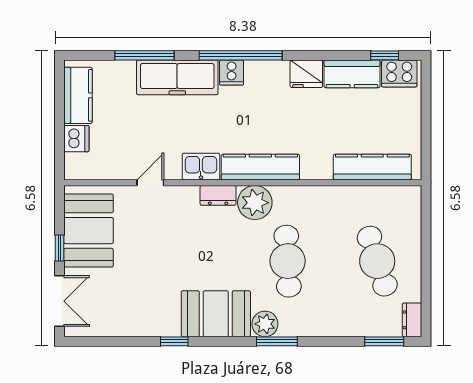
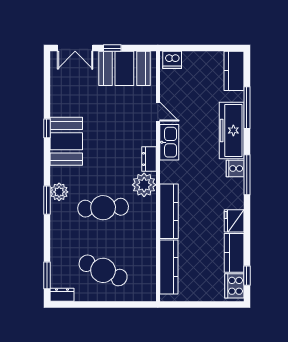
window: (241, 55) -> (247, 175), width x0.68
kitchen counter: (78, 95) -> (234, 71), moved, turned 90
dishwasher: (76, 139) -> (172, 60), moved
kitchen sink: (201, 167) -> (169, 142), width x1.38
kitchen counter: (260, 167) -> (169, 211), moved
cafe table: (377, 261) -> (103, 270), turned 42
booth: (216, 314) -> (66, 141), moved

